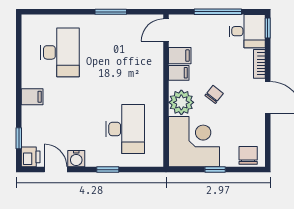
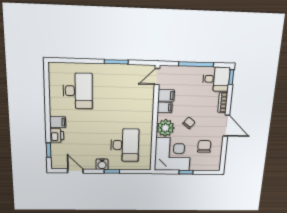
chair: (248, 155) -> (204, 146), moved
printer: (31, 157) -> (57, 135), moved
water cooler: (76, 159) -> (102, 164), moved

